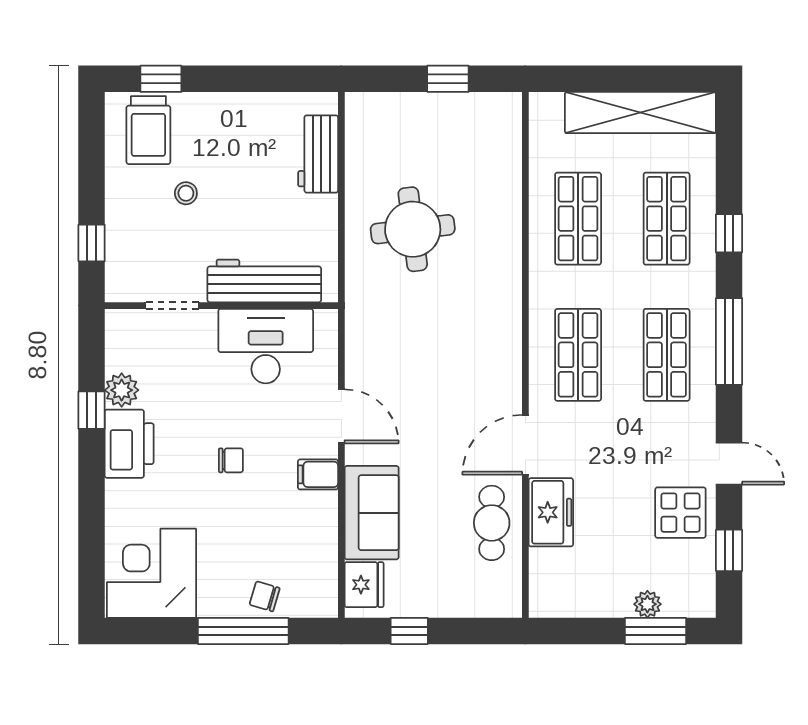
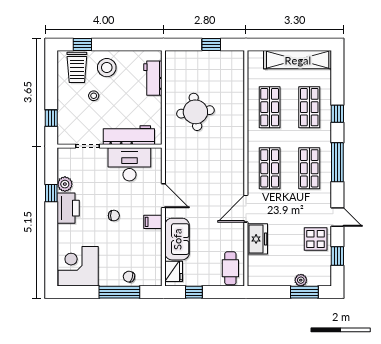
stool: (215, 130) -> (107, 68), added
cafe table: (492, 523) -> (230, 268), moved

